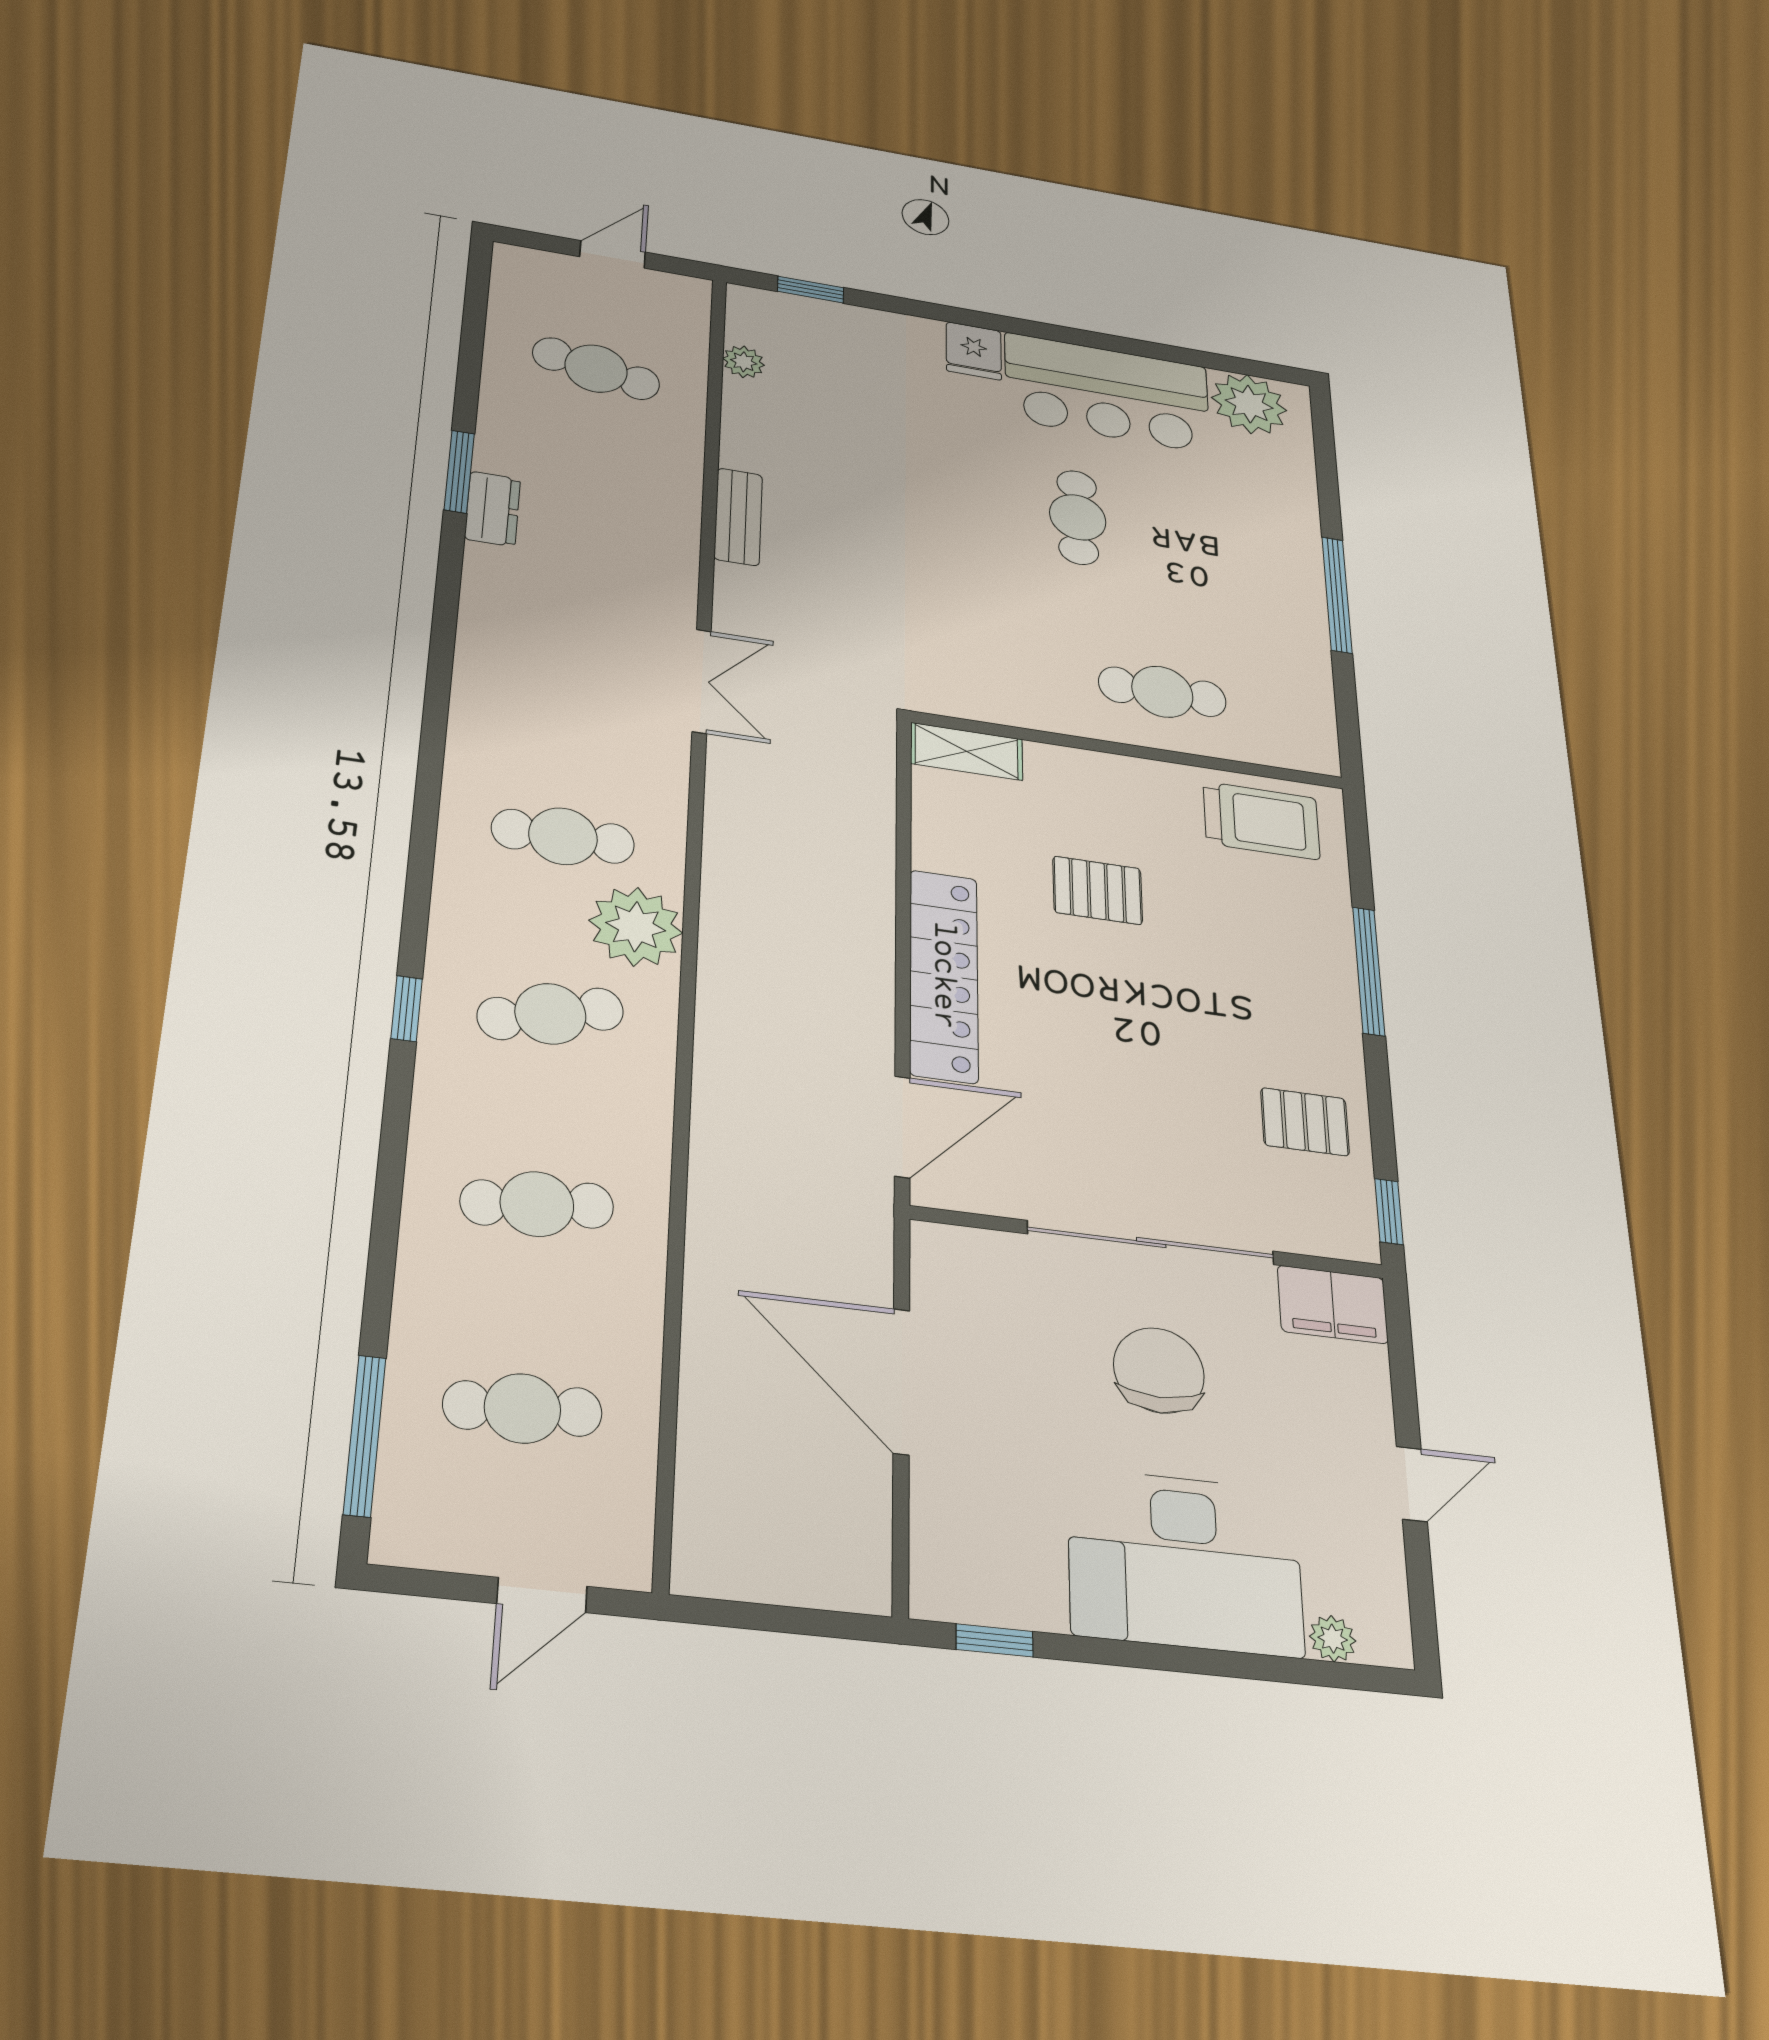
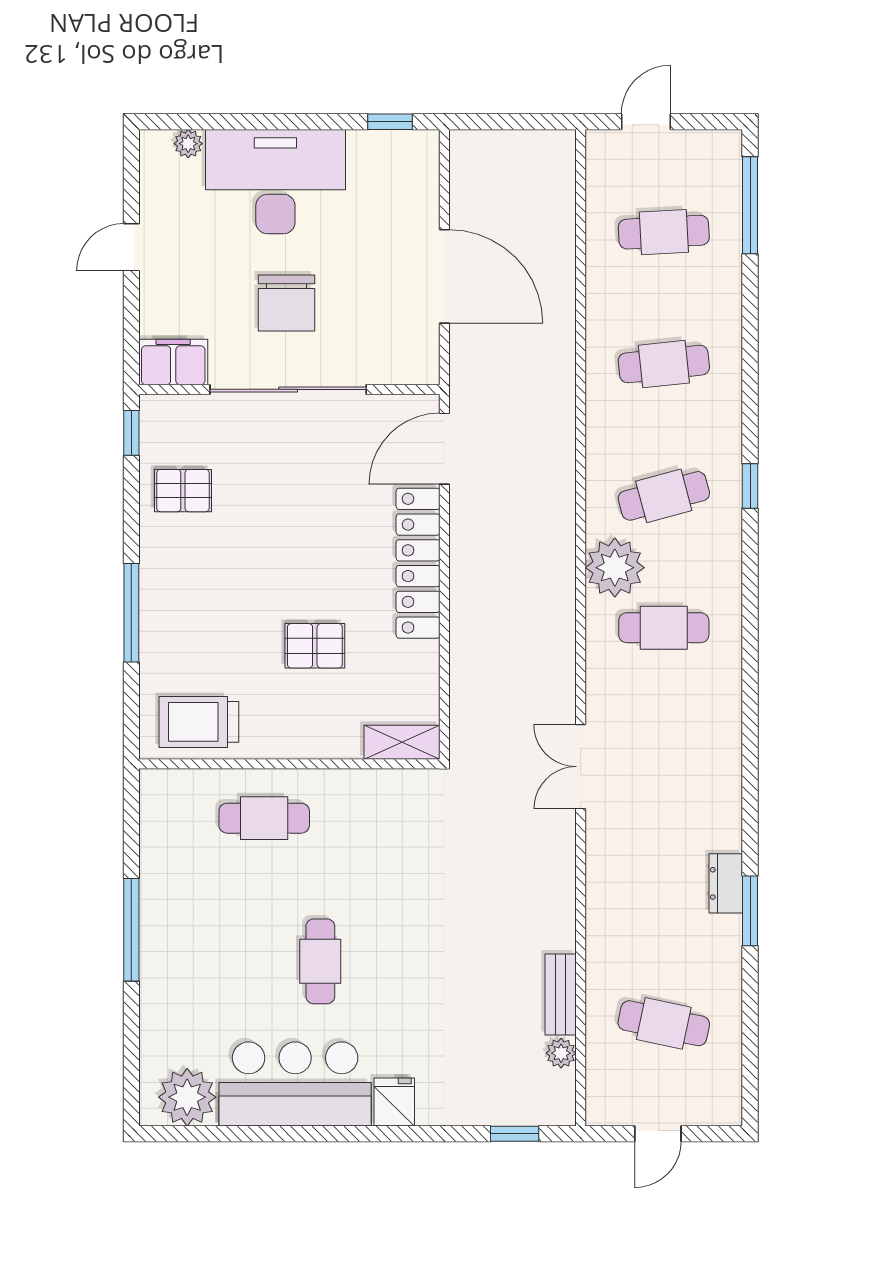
bench: (738, 517) -> (561, 995), moved

